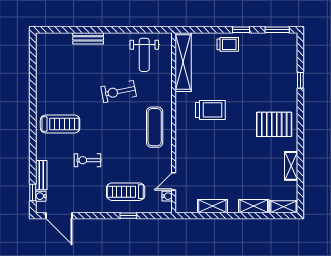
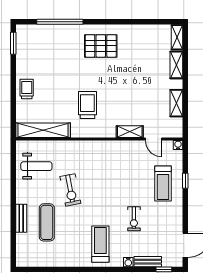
window: (241, 30) -> (13, 77), removed
window: (300, 80) -> (60, 22), width x3.17
pallet: (274, 124) -> (101, 46), turned 90
exercise mat: (155, 127) -> (47, 222), moved, turned 90
shelving: (291, 166) -> (130, 132), moved
water cooler: (41, 196) -> (128, 262), moved
water cooler: (167, 196) -> (178, 145), moved

